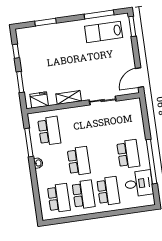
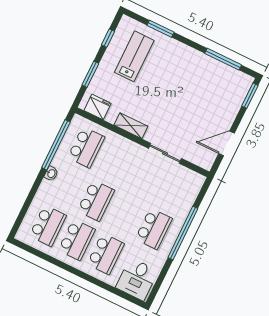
lab bench: (104, 32) -> (134, 56), moved, turned 90
door: (139, 78) -> (227, 143), moved
window: (29, 142) -> (56, 145), width x1.46
window: (151, 162) -> (183, 233), moved
desk: (139, 183) -> (137, 279), moved, turned 90

